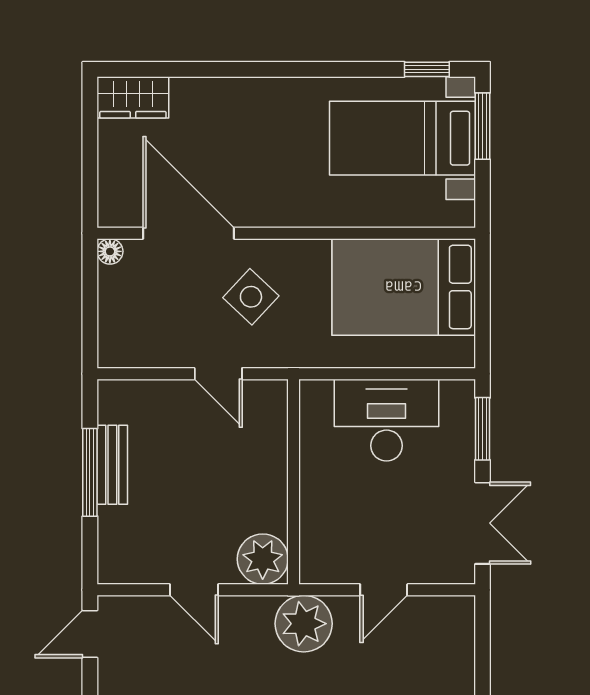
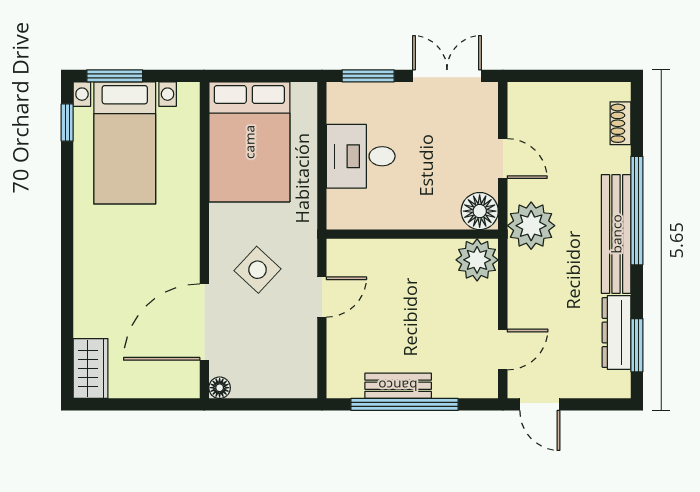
desk: (387, 420) -> (361, 156), width x0.73
window: (90, 472) -> (404, 404), width x1.46
floor lamp: (321, 562) -> (480, 211), added
door: (194, 590) -> (503, 350), moved

